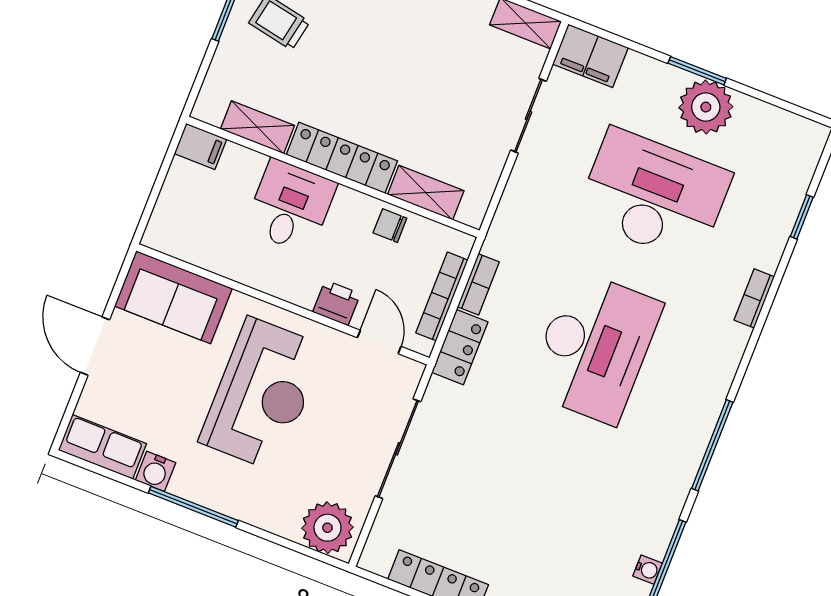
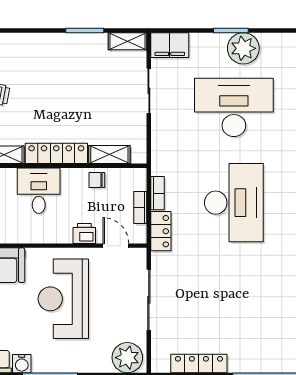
bookcase: (442, 296) -> (140, 207), width x0.64
reception desk: (262, 394) -> (63, 299), turned 180

